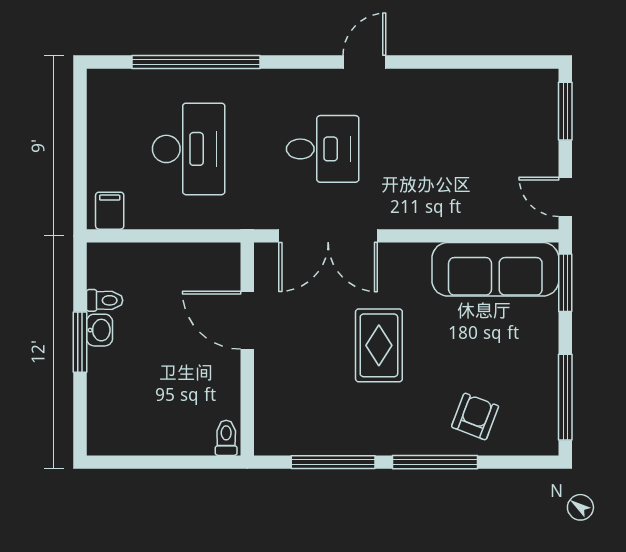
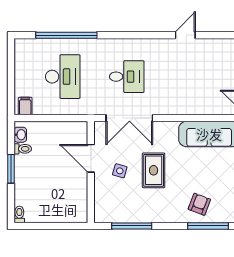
door: (364, 62) -> (185, 35), moved
washbasin: (100, 330) -> (20, 135), moved
side table: (308, 347) -> (120, 171), added
toilet: (226, 438) -> (19, 214), moved
window: (435, 462) -> (208, 226), moved

